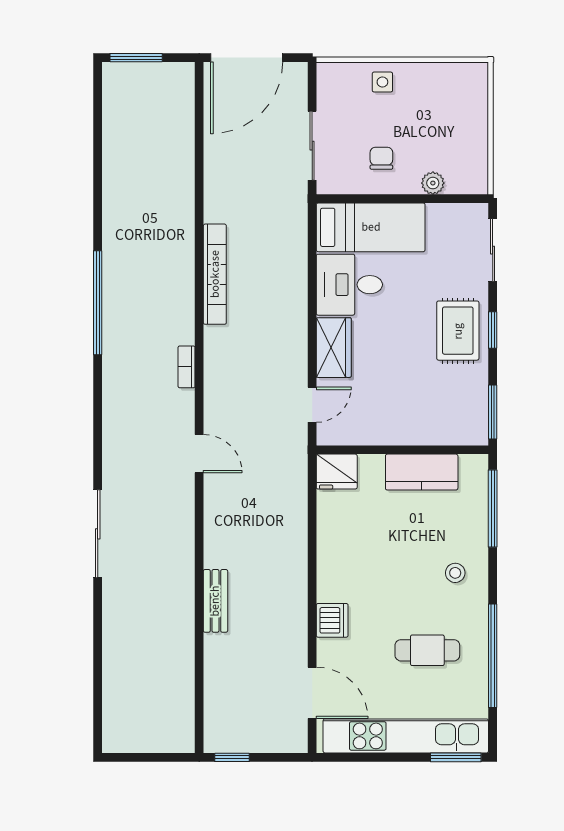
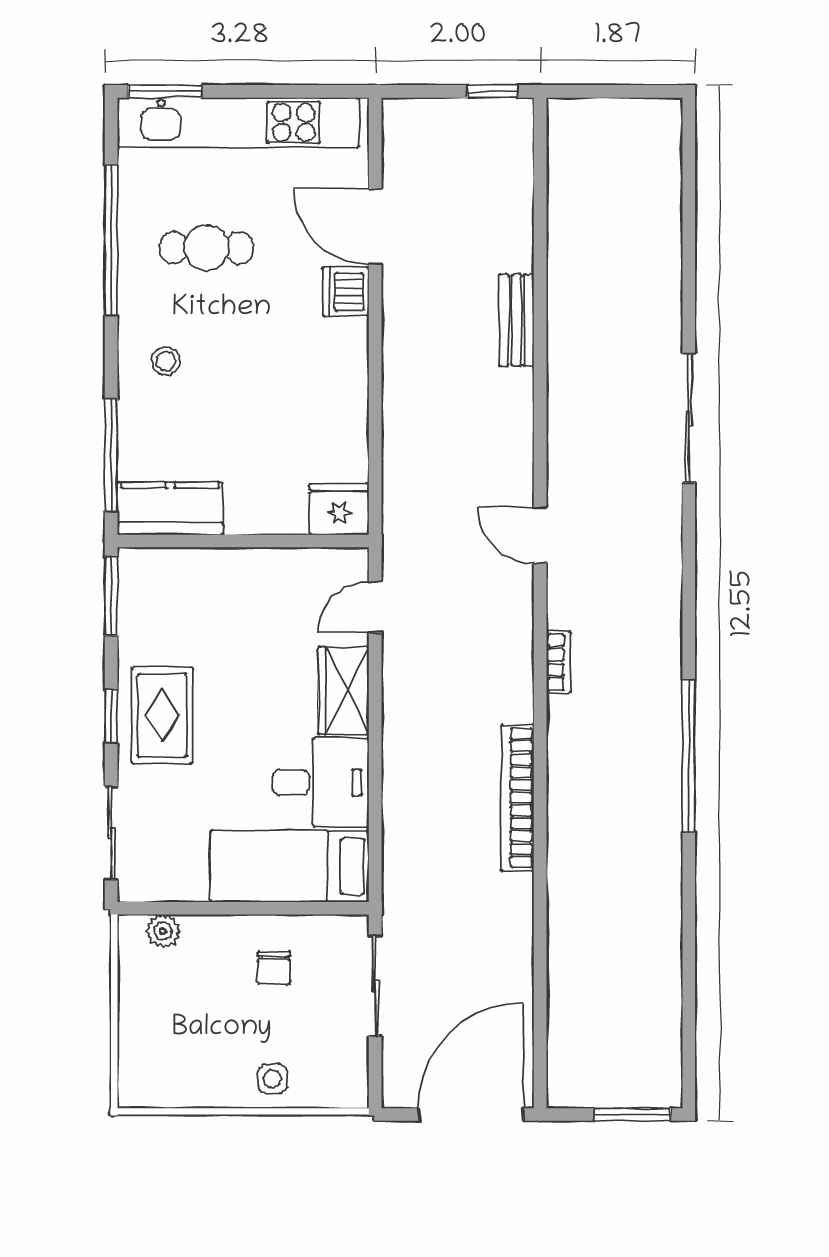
plant: (433, 183) -> (163, 931), moved
kitchen counter: (422, 472) -> (170, 508), moved
door: (312, 693) -> (375, 227), moved

